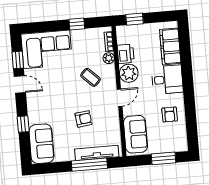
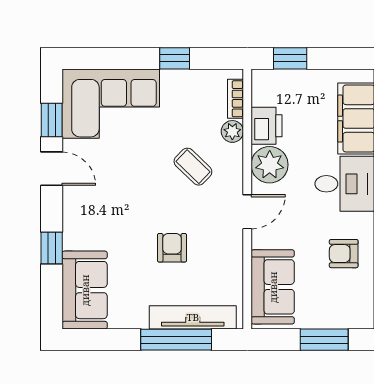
armchair: (170, 115) -> (344, 254), turned 90
armchair: (83, 119) -> (172, 248), turned -83

